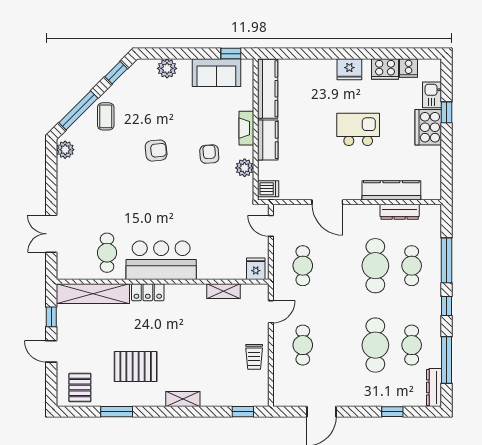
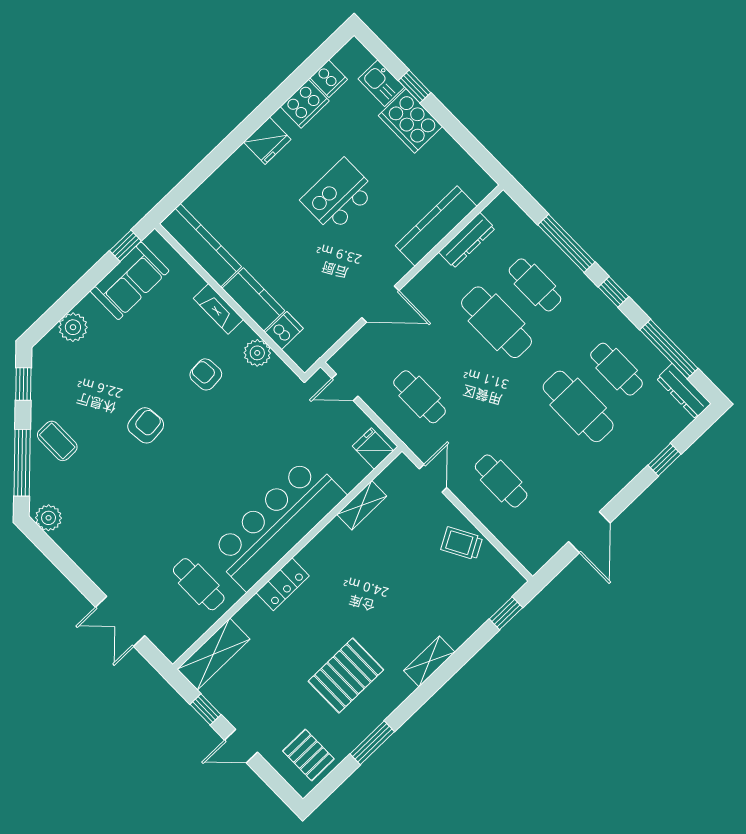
dishwasher: (268, 189) -> (284, 331), moved
bar counter: (161, 260) -> (277, 524), width x1.36
shelving: (93, 294) -> (213, 654), width x0.68
trolley: (254, 357) -> (462, 543), turned 151

